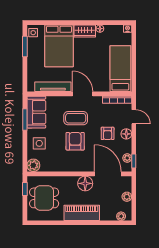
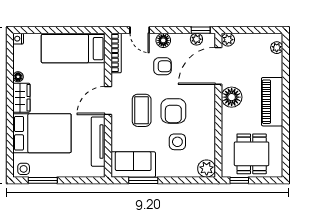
door: (134, 117) -> (140, 30), swing flipped
armchair: (75, 141) -> (173, 111), turned -90
side table: (39, 143) -> (177, 142), moved
plant: (127, 197) -> (228, 40), moved

